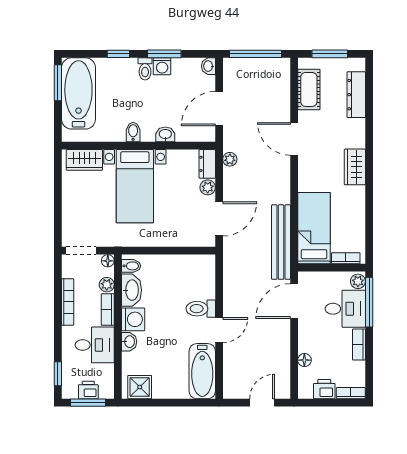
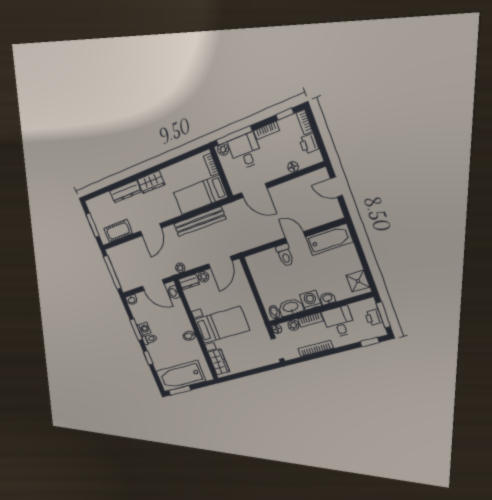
dresser: (356, 95) -> (125, 191), moved
washbasin: (165, 134) -> (173, 292), moved
door: (219, 219) -> (220, 262), swing flipped
bench: (281, 242) -> (200, 222), moved
window: (369, 374) -> (285, 114), added

